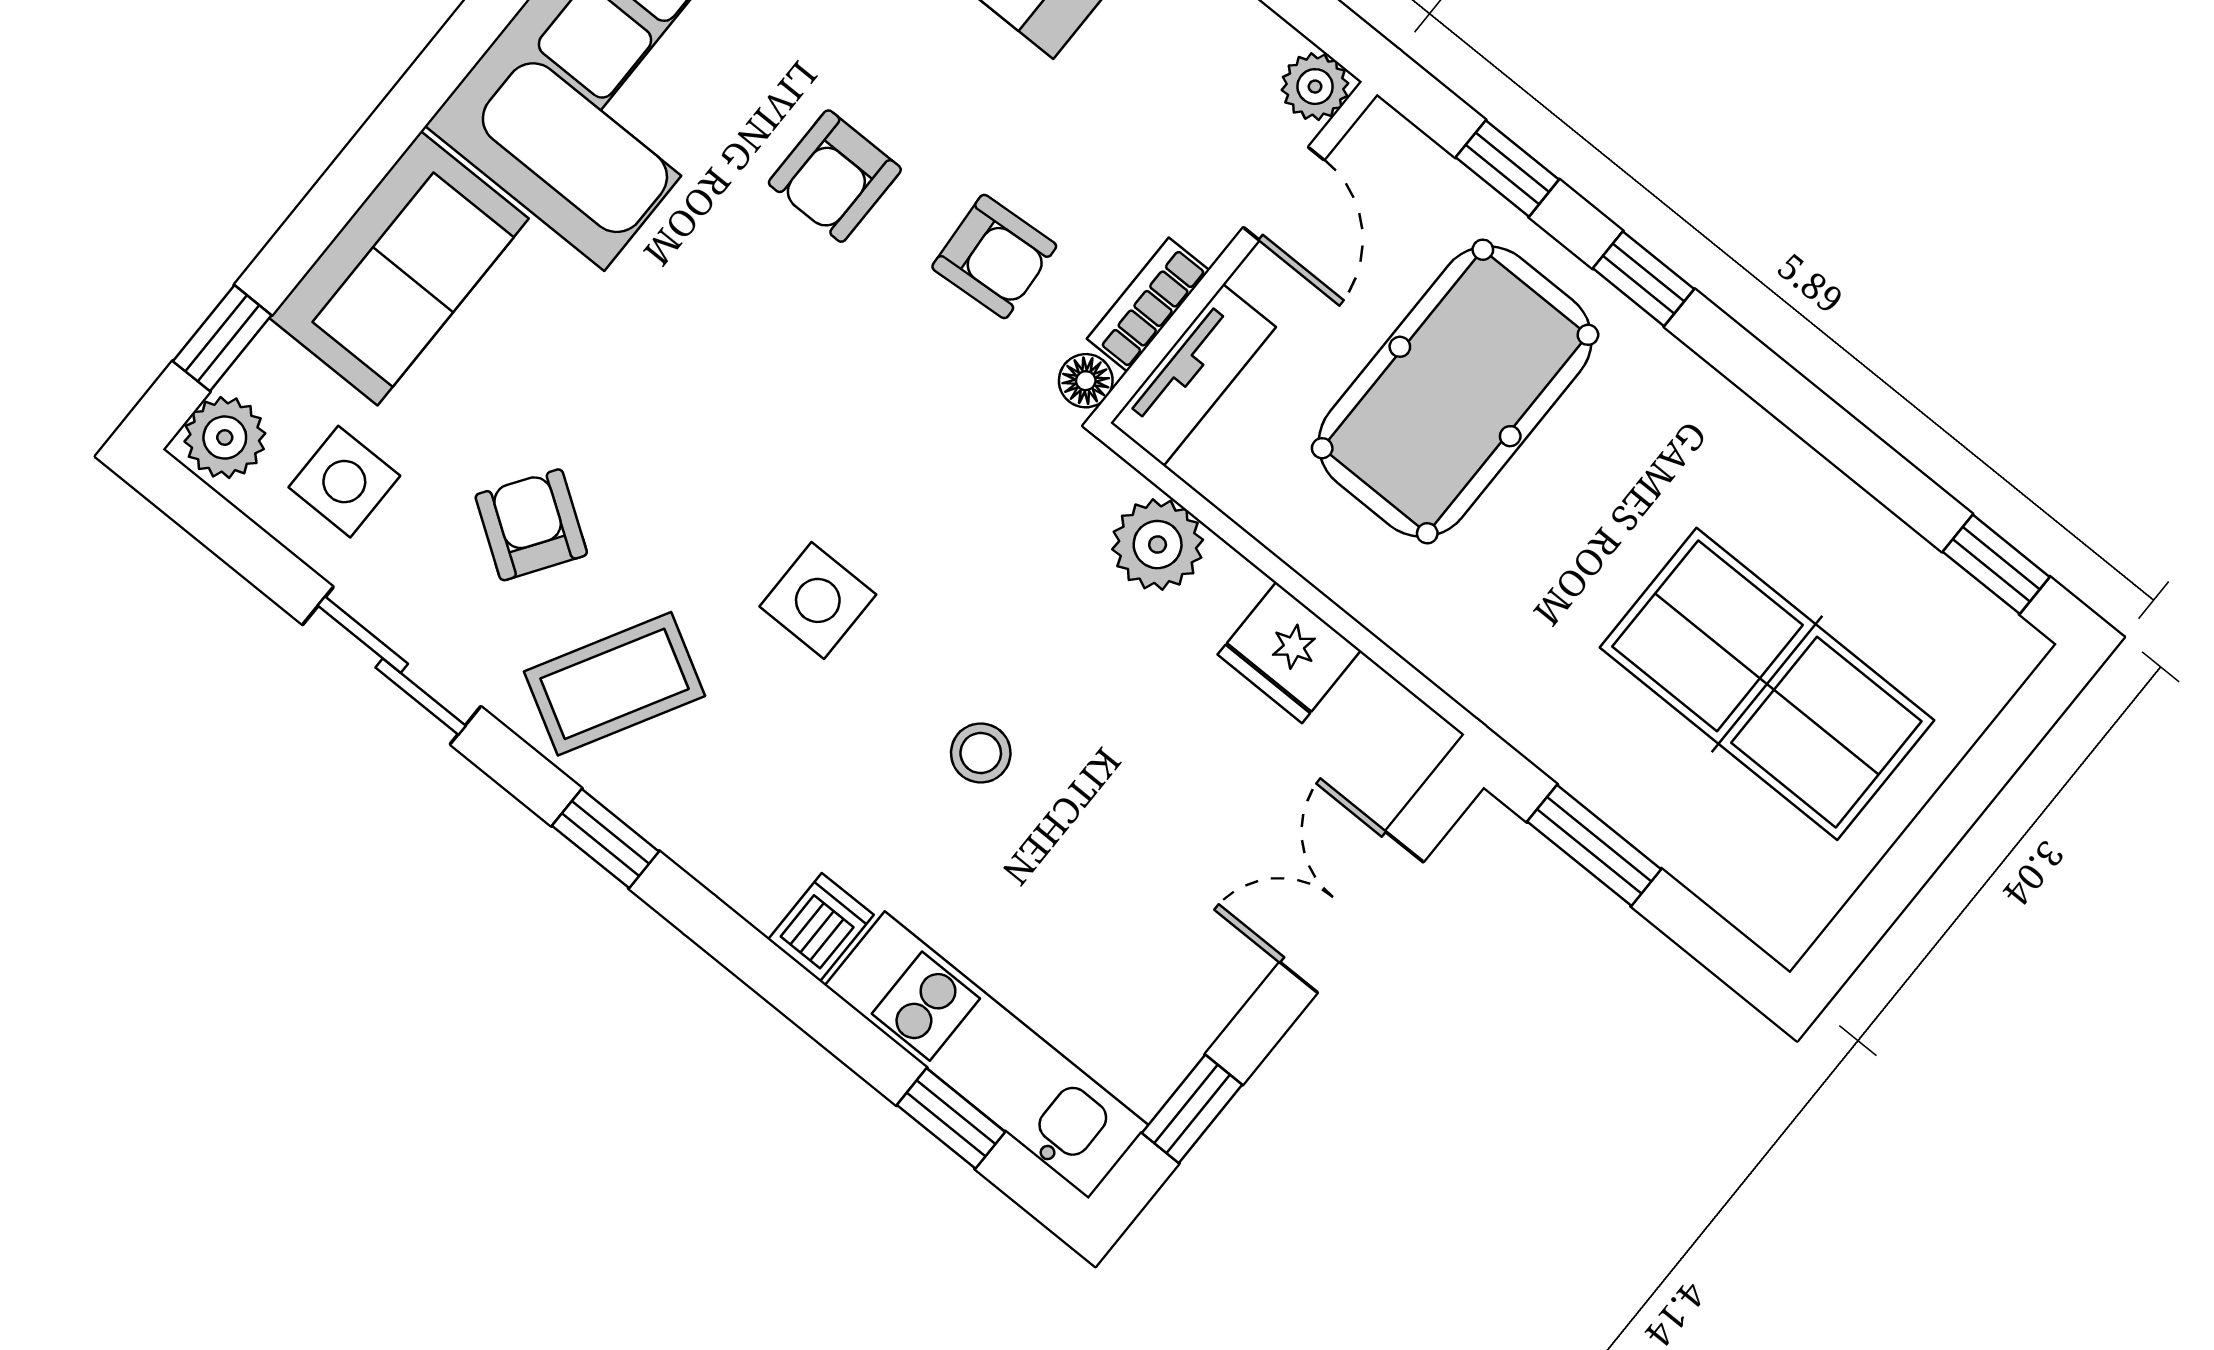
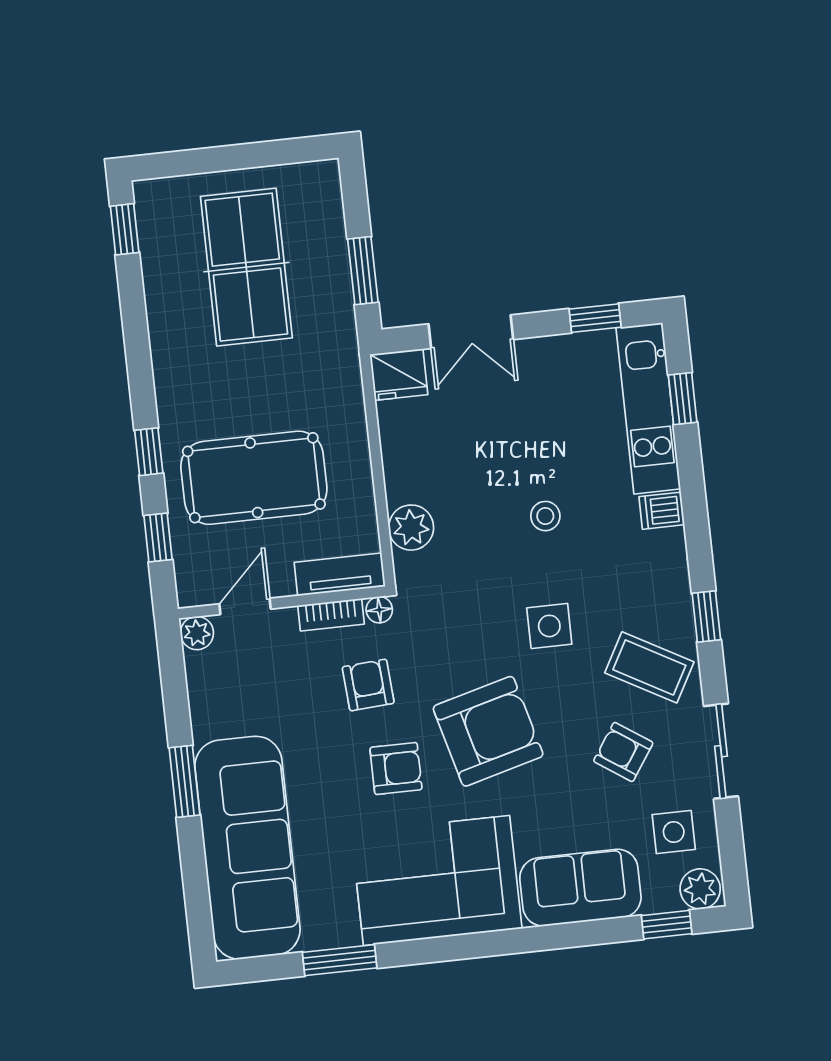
armchair: (755, 361) -> (488, 731), added
armchair: (531, 525) -> (623, 752), turned 90
fridge: (1289, 653) -> (399, 374), moved, turned 90

